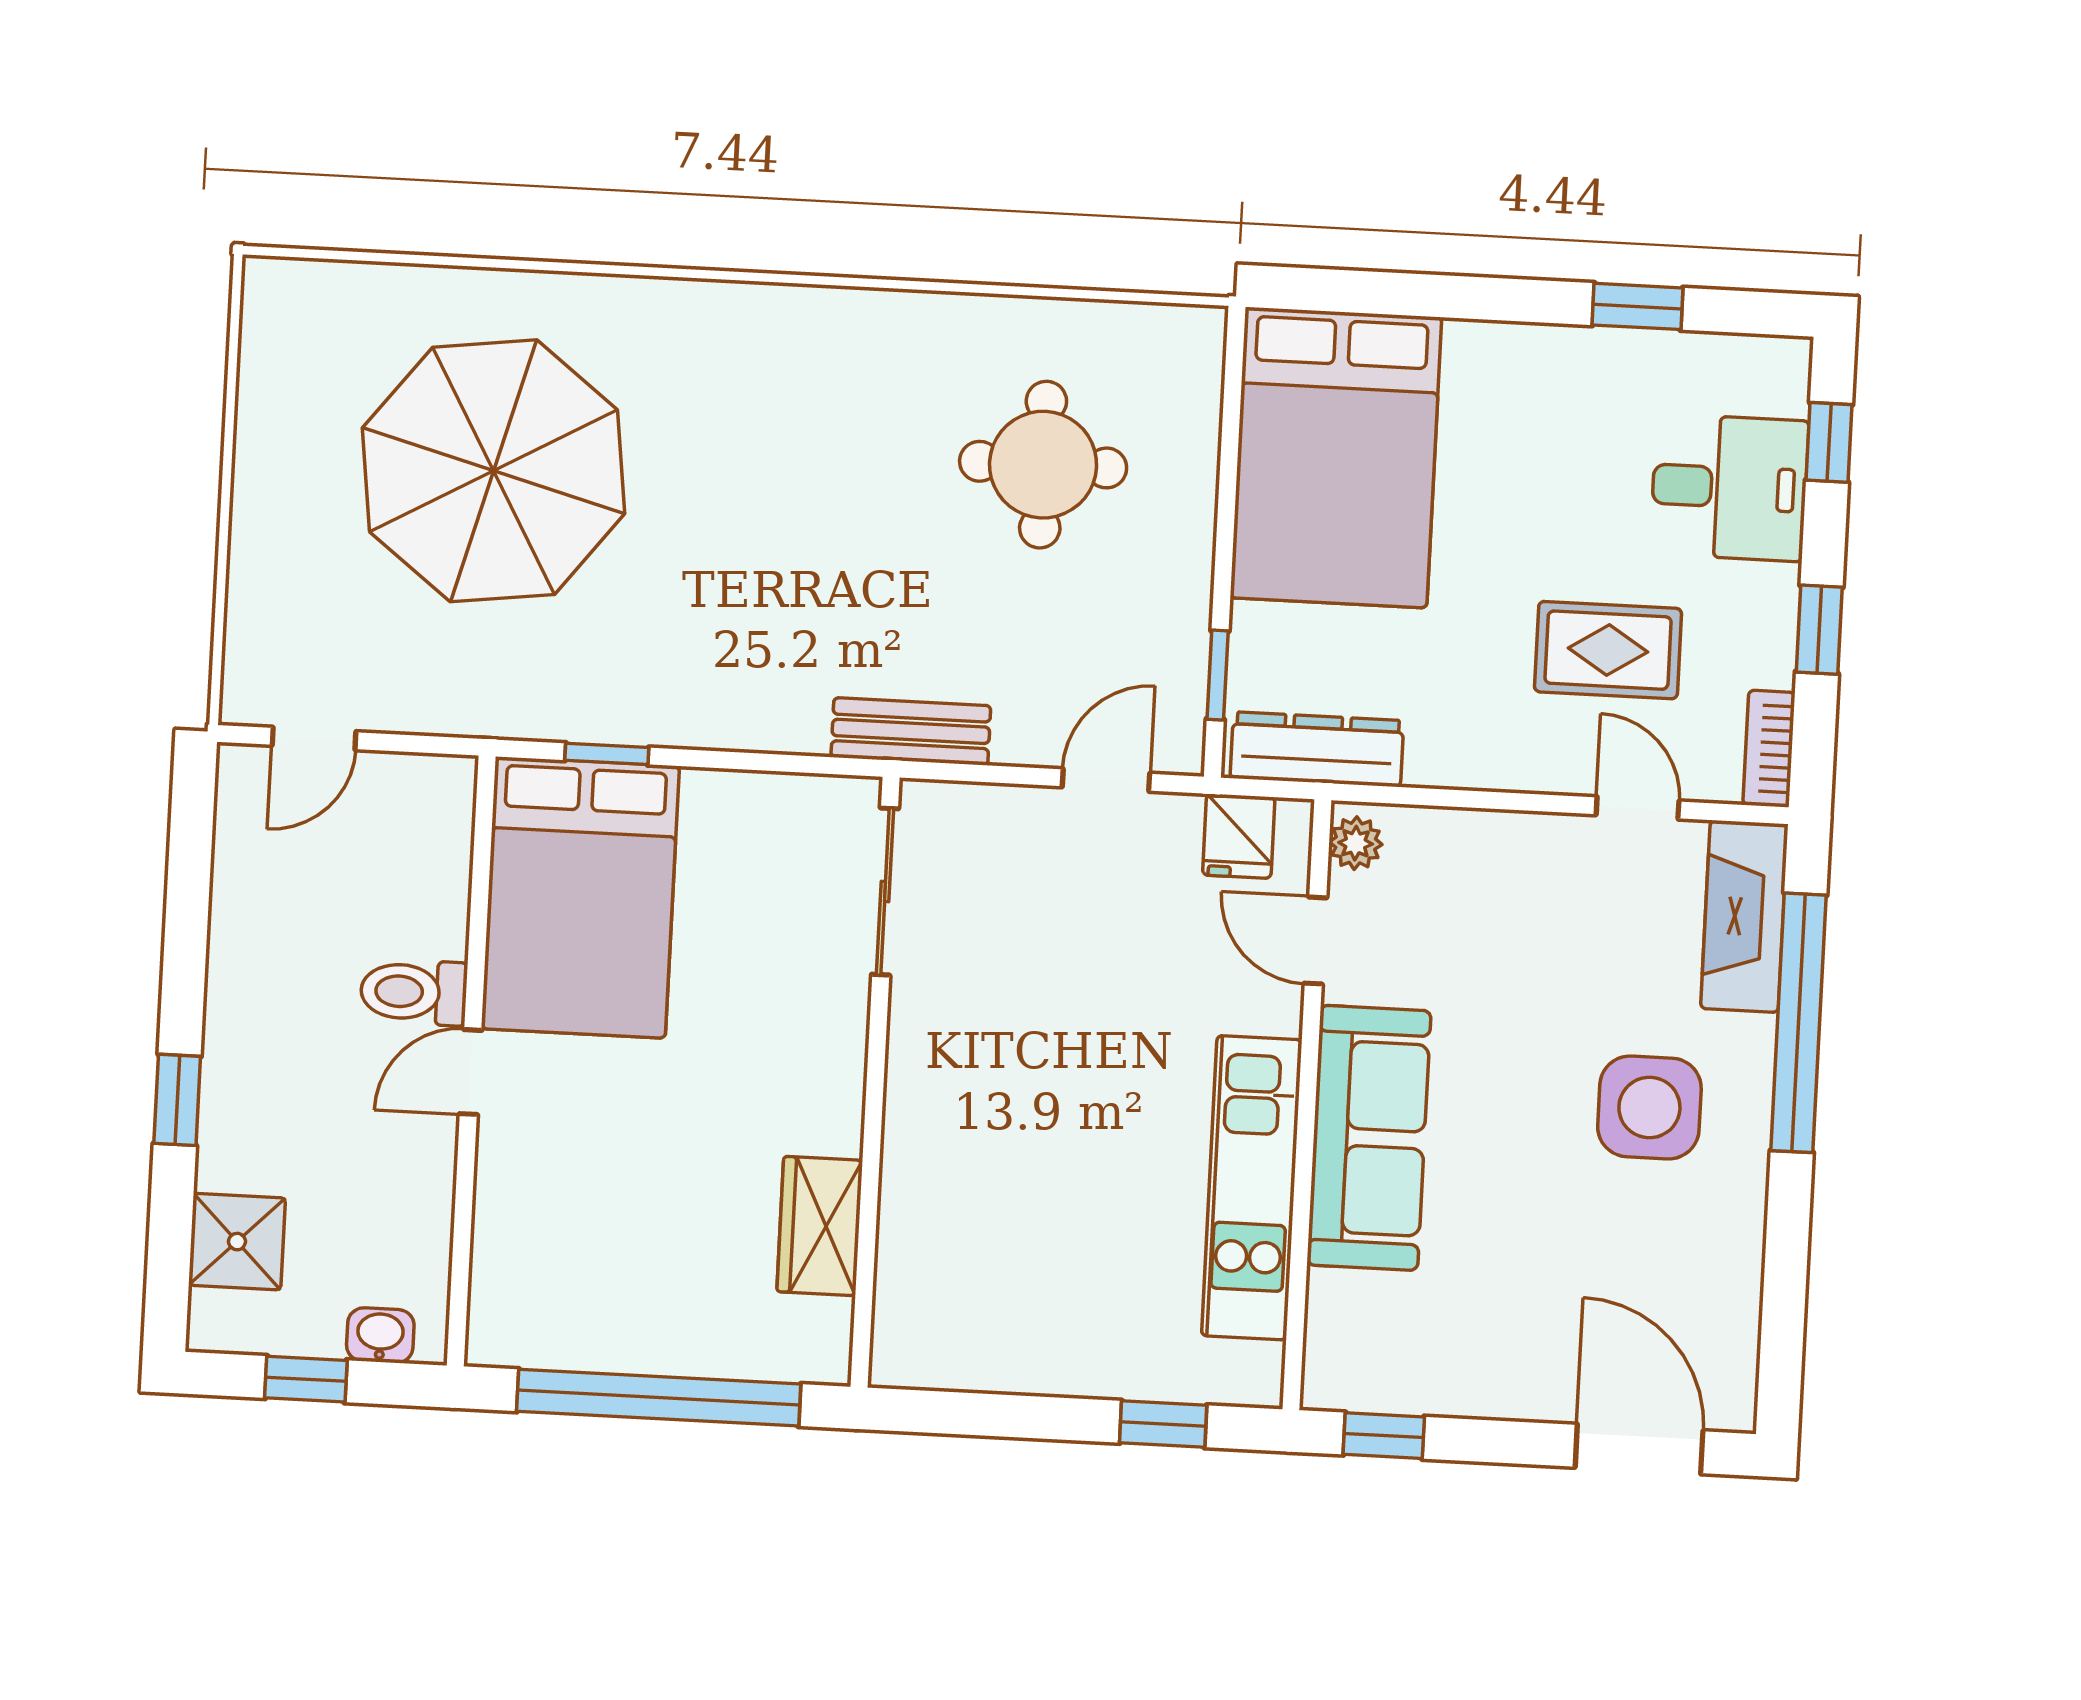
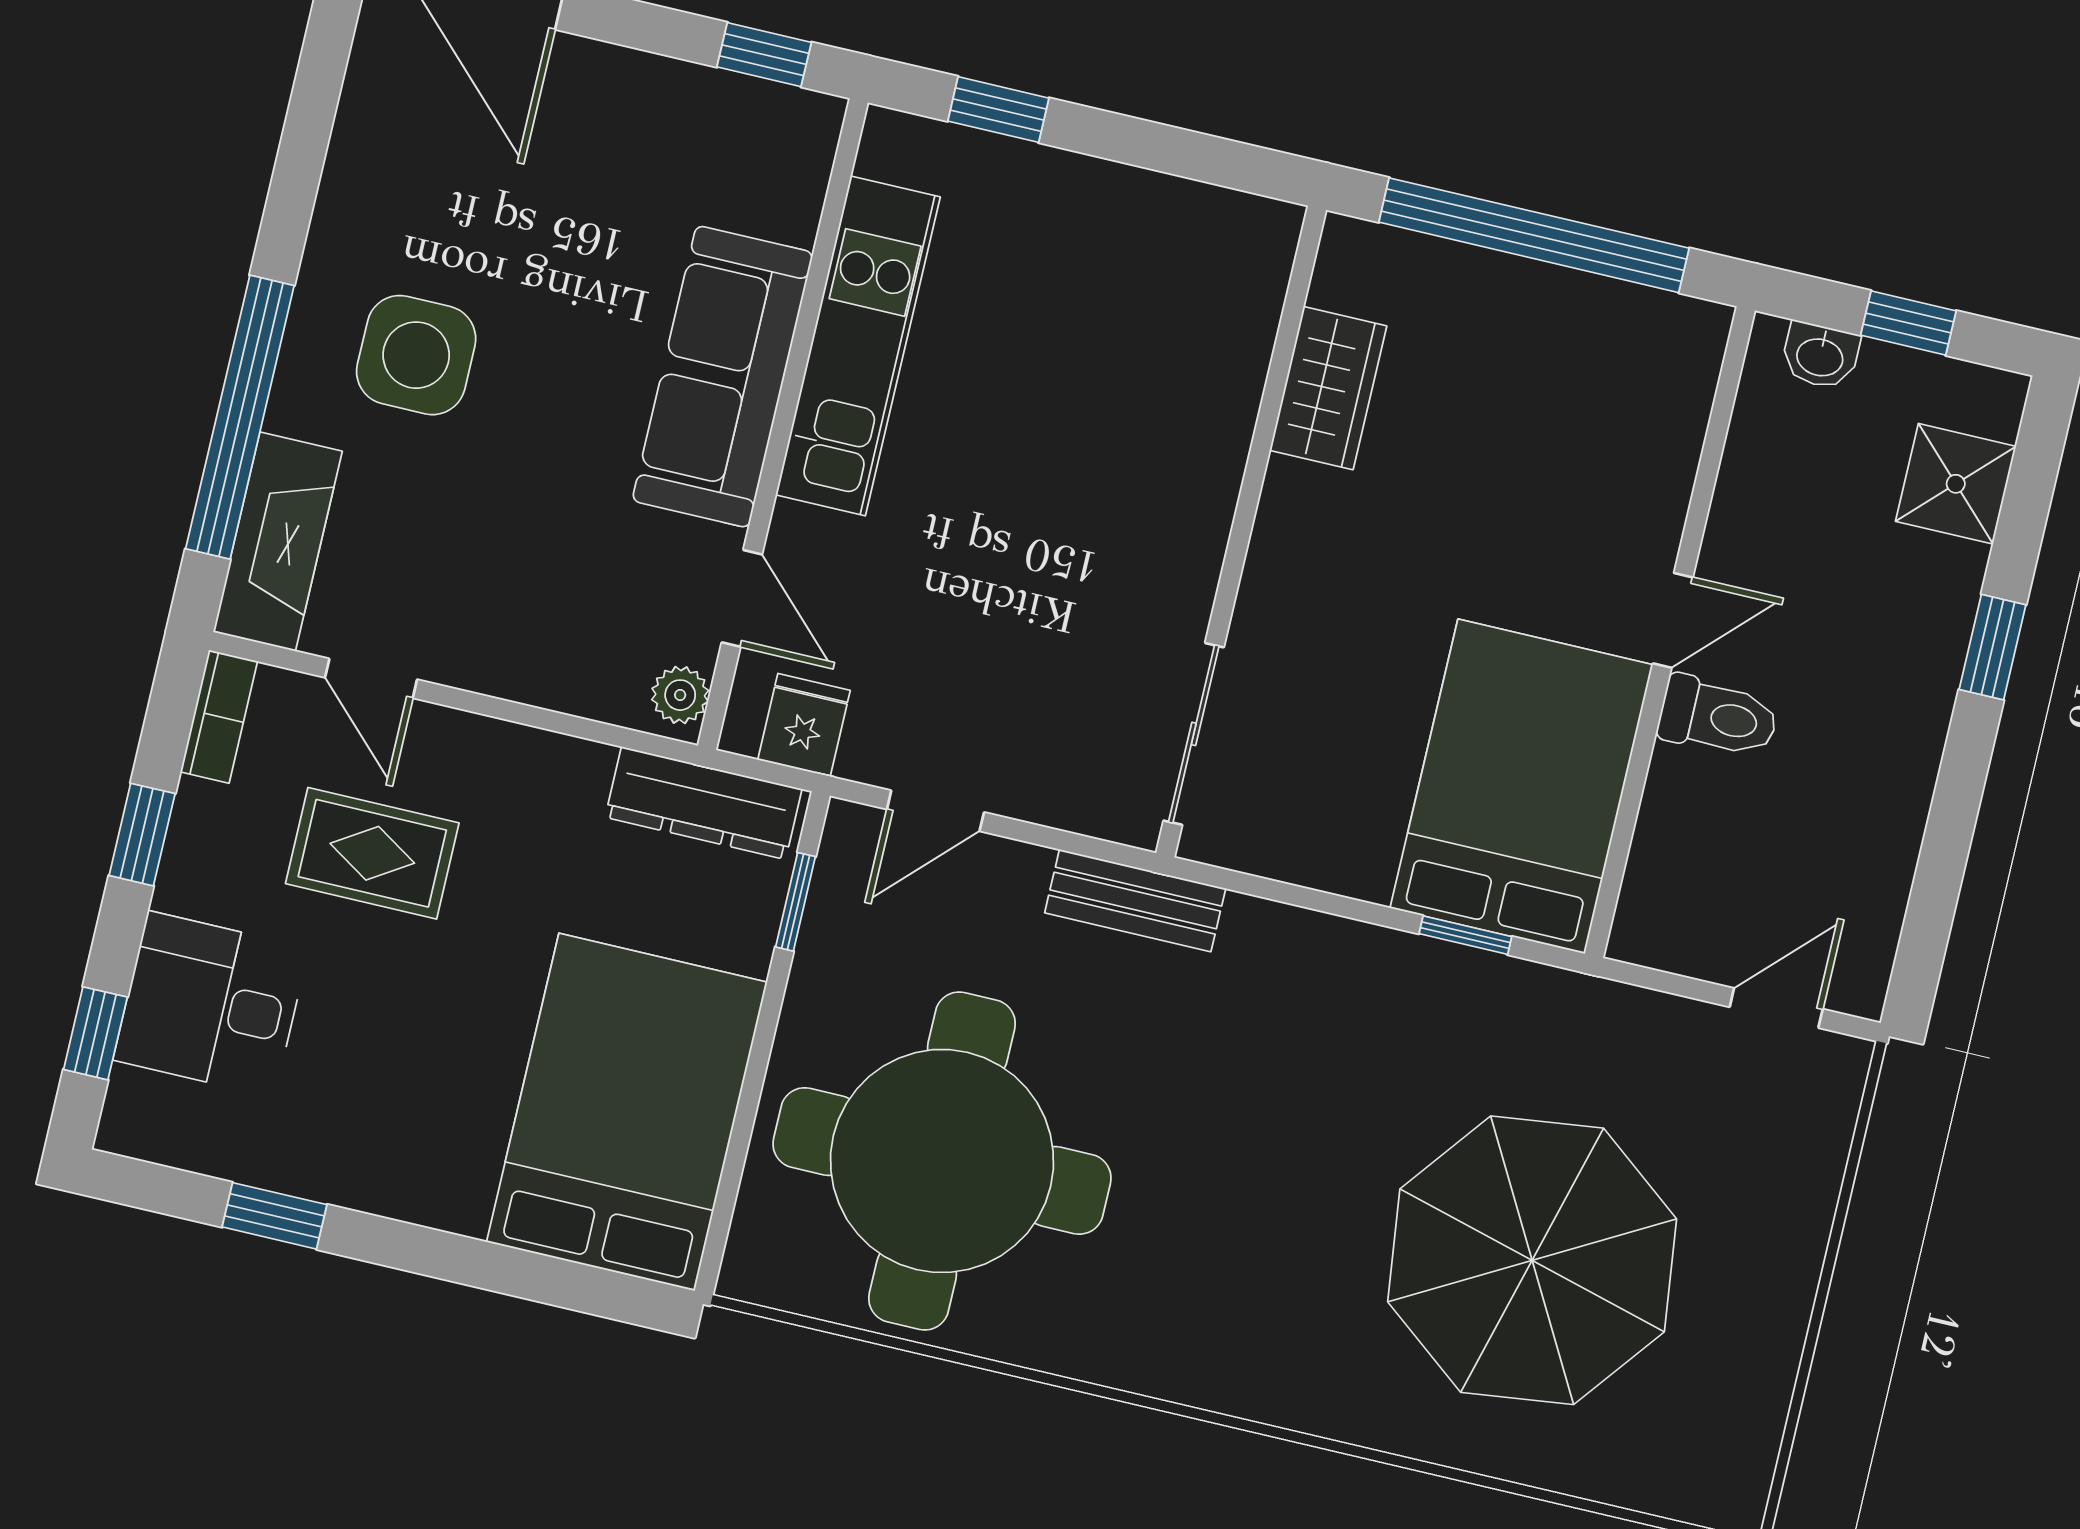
round table: (1043, 465) -> (942, 1161), width x1.86, depth x1.86

